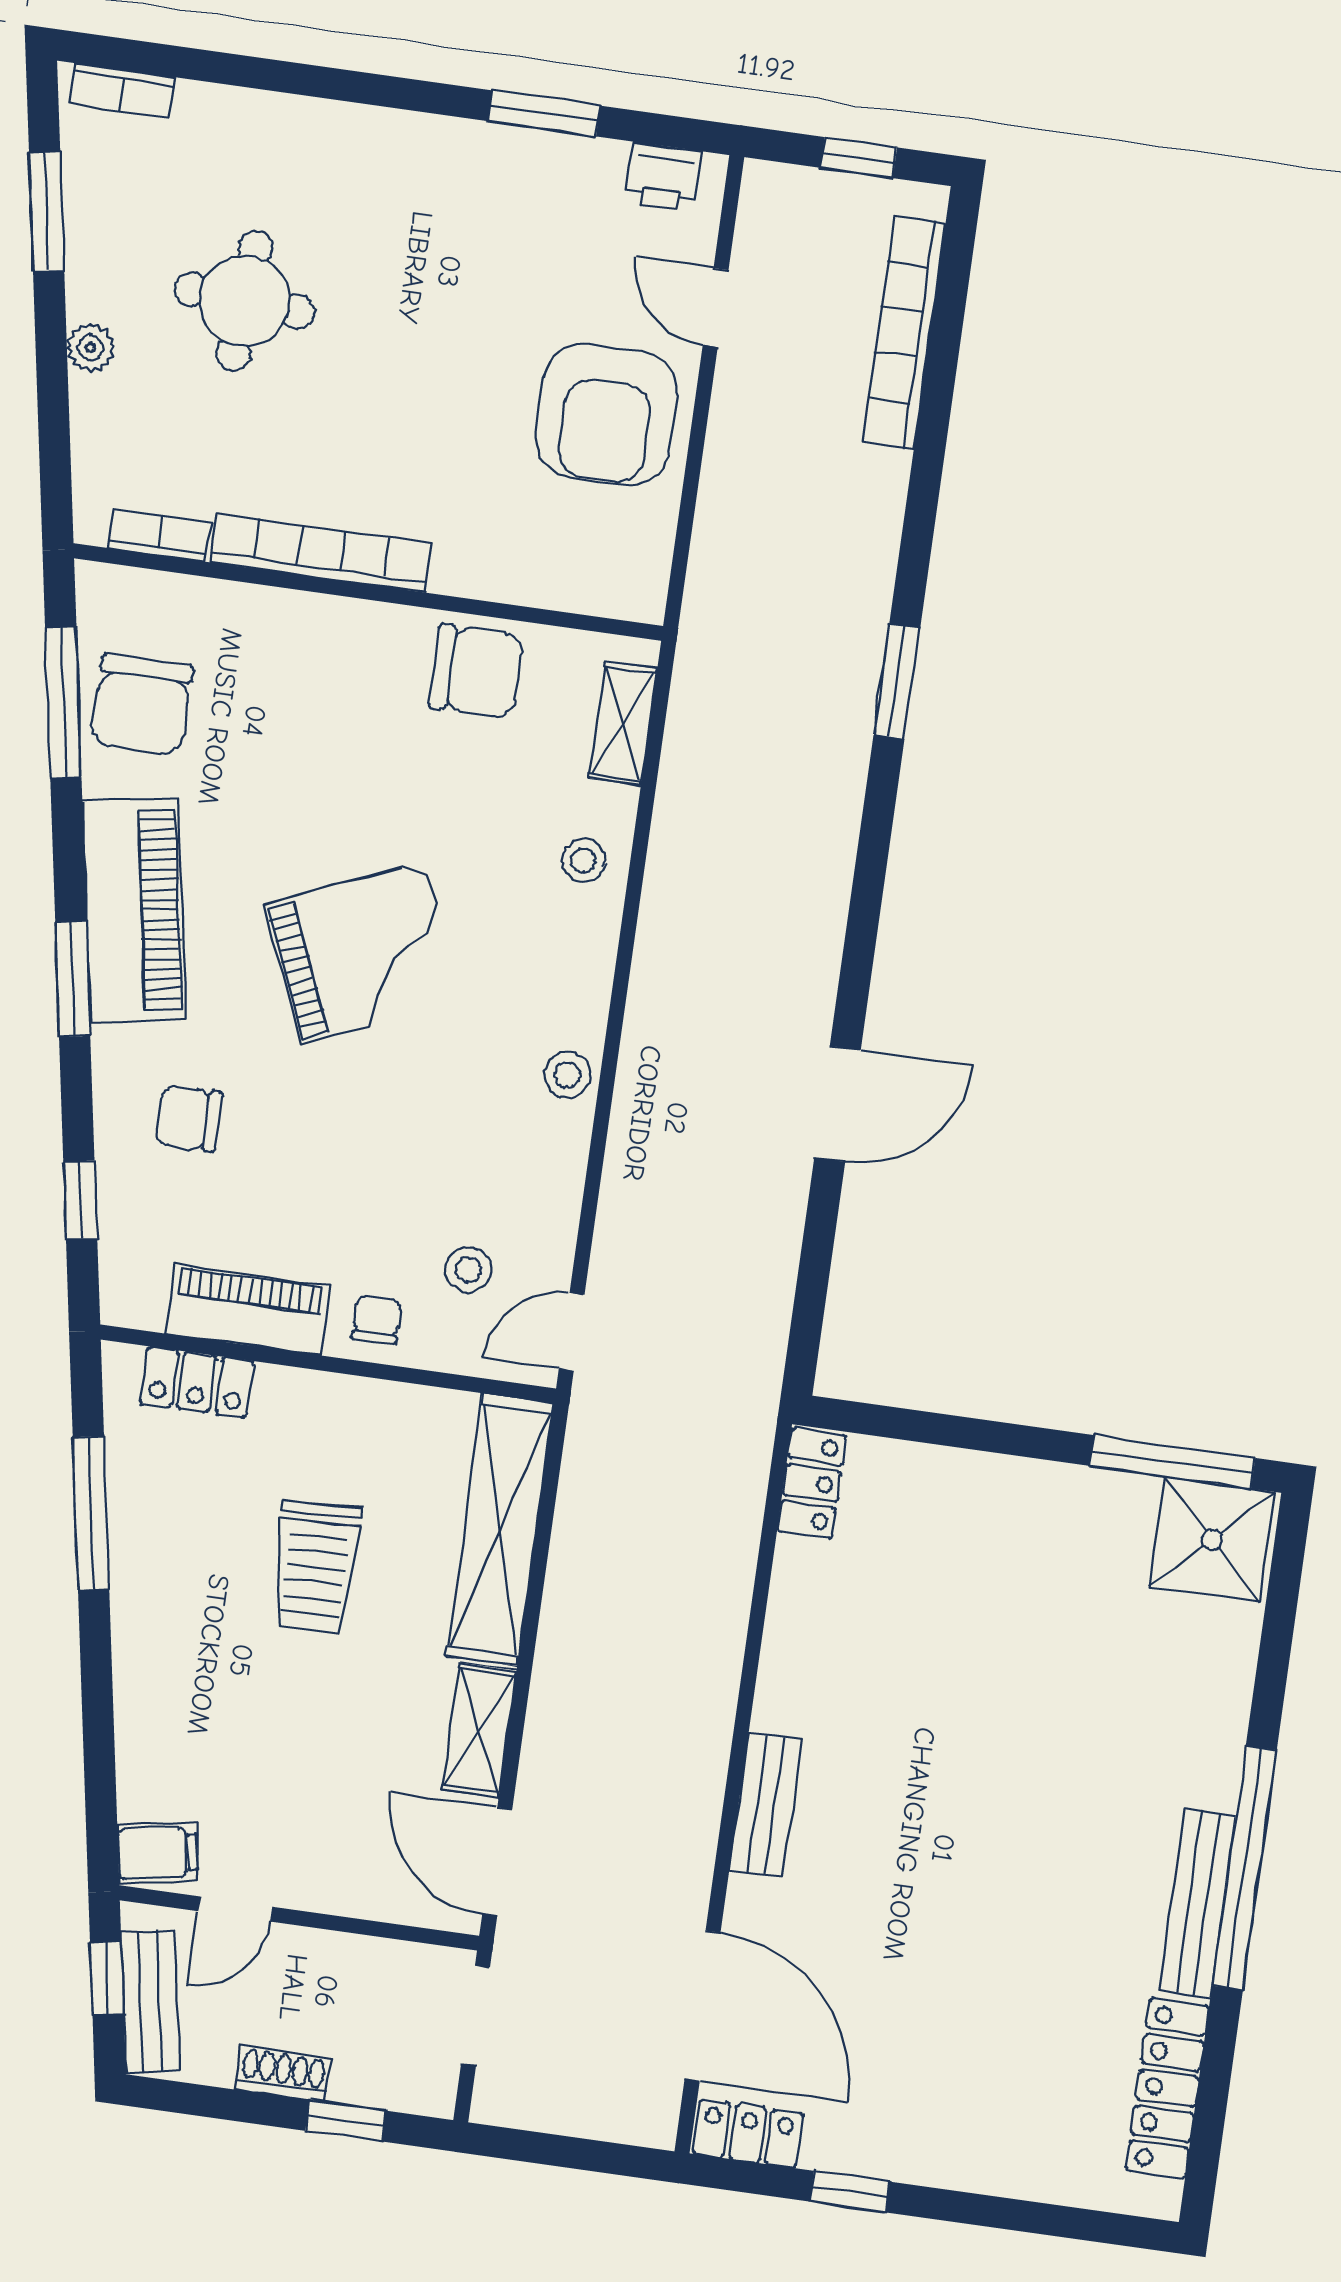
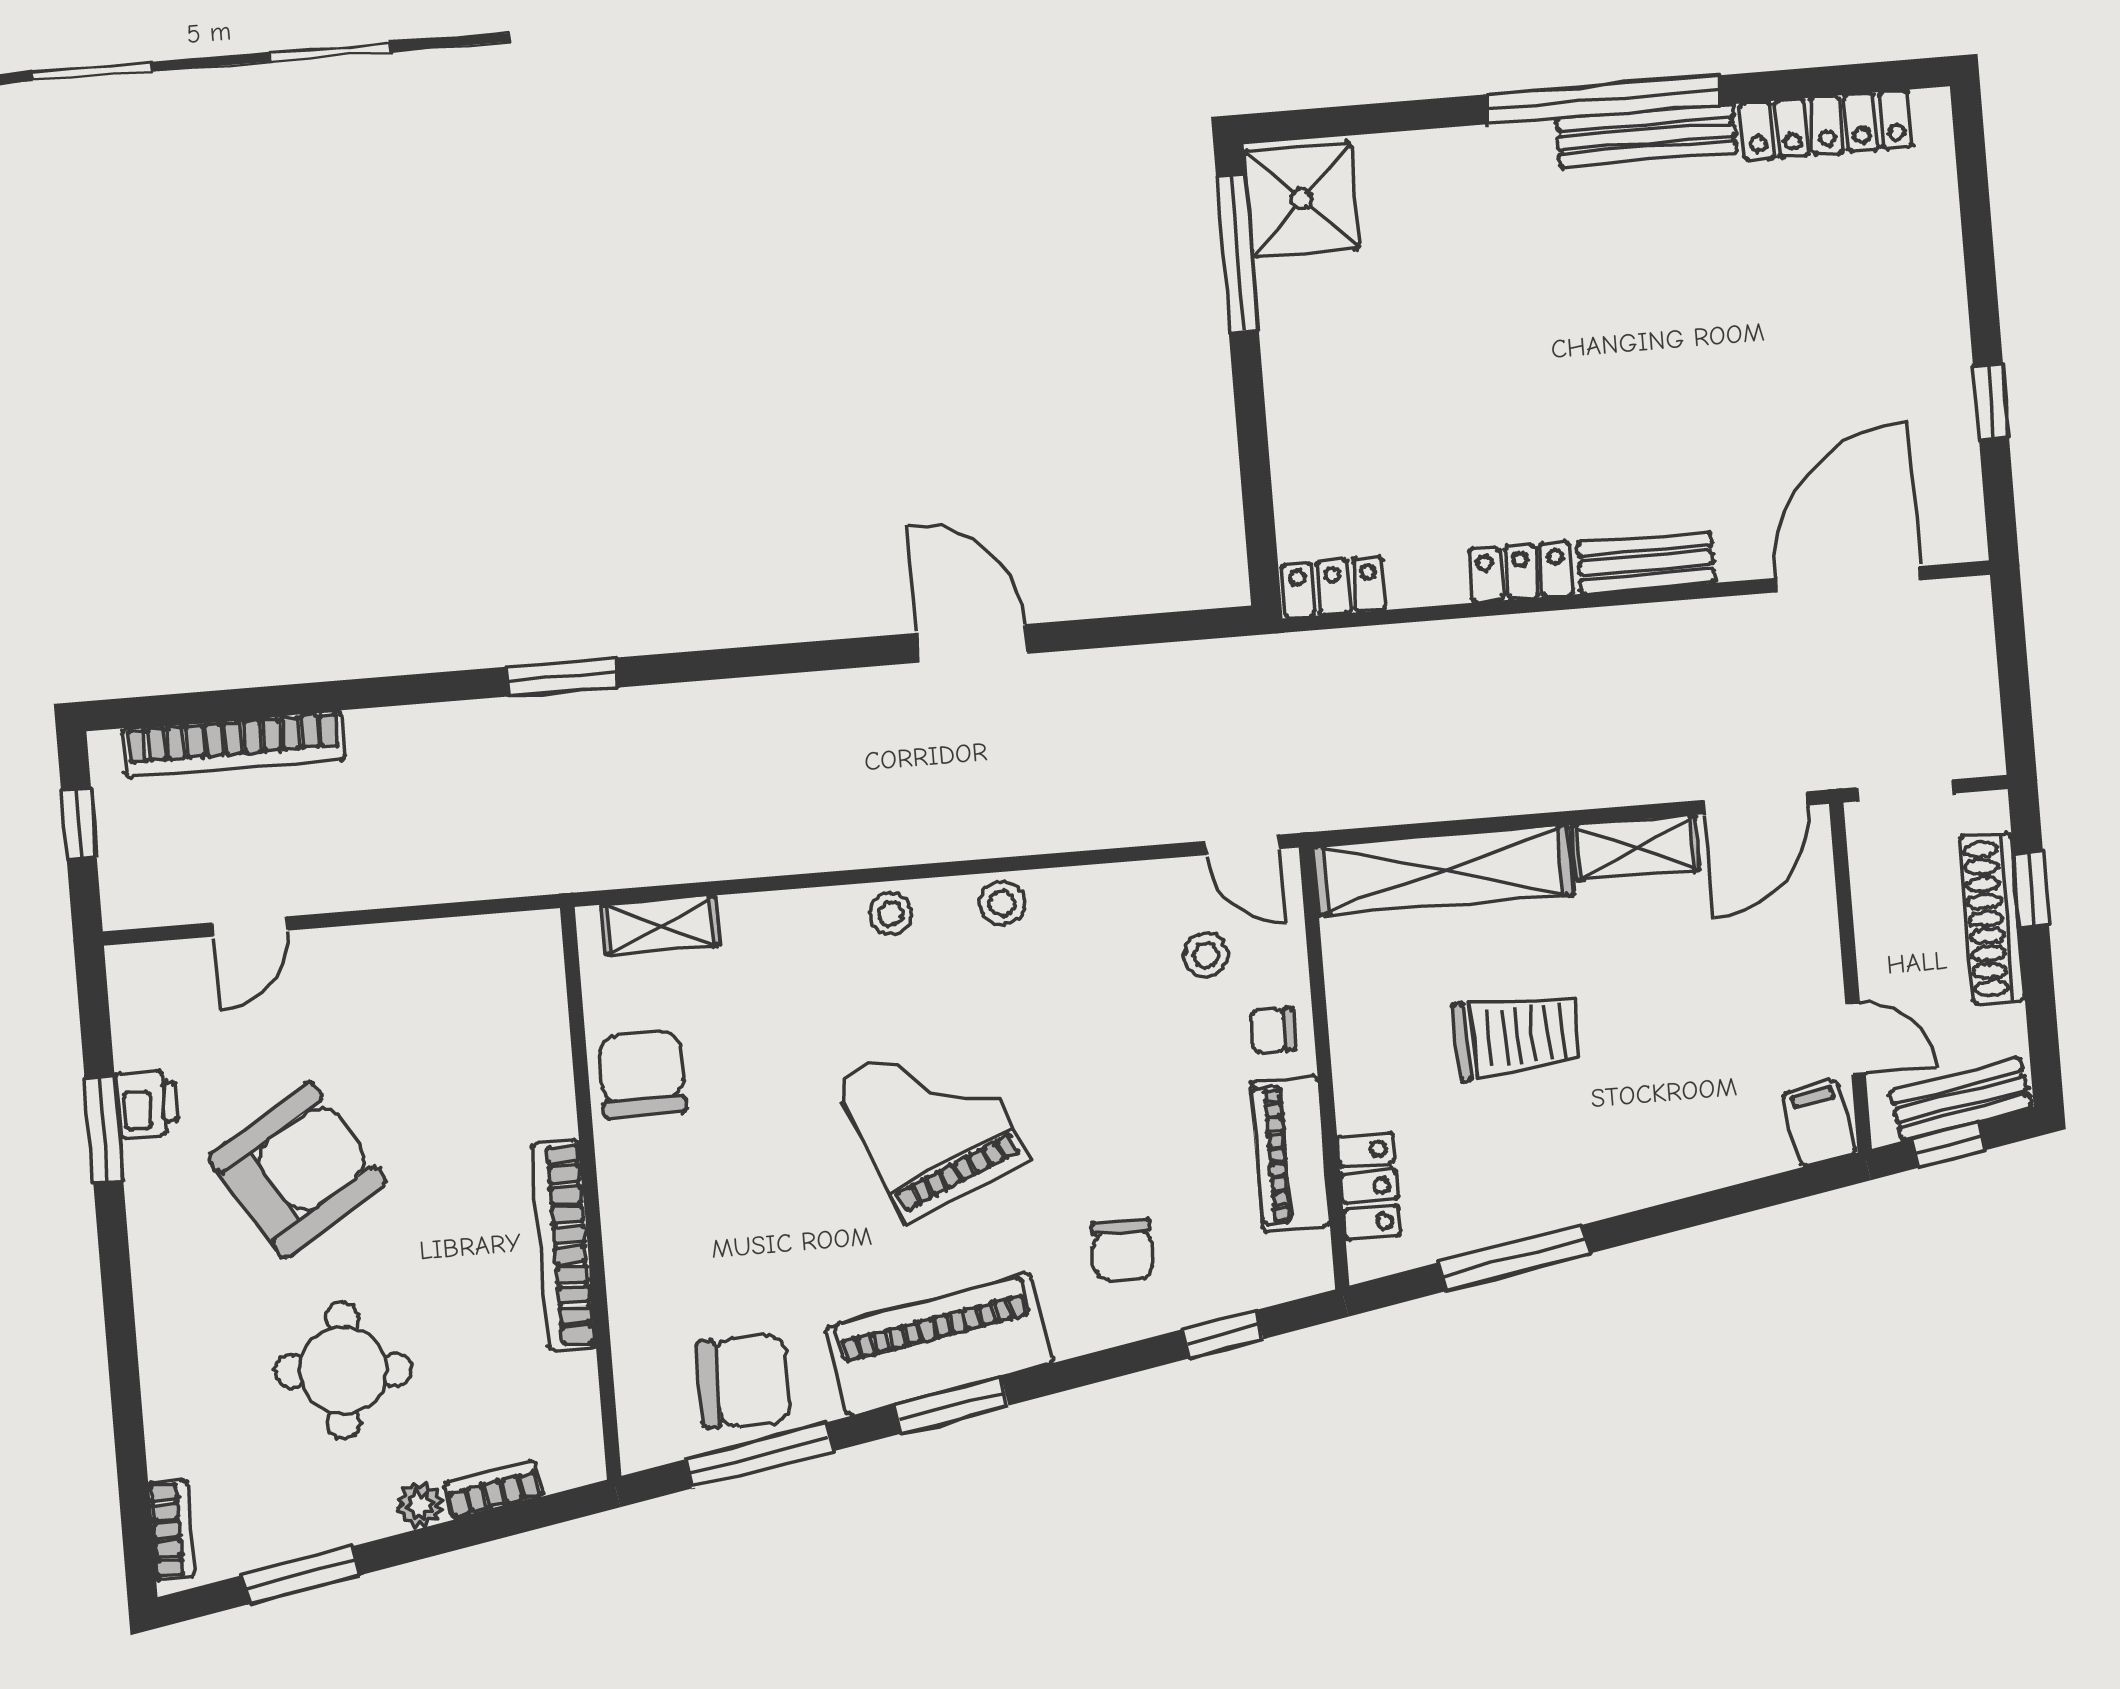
printer: (663, 177) -> (147, 1103), moved
armchair: (607, 415) -> (297, 1170), moved, turned -32
bookcase: (159, 535) -> (493, 1490), moved, turned 80
stool: (583, 860) -> (891, 914), moved
window: (73, 979) -> (951, 1405), moved
shoe rack: (283, 2074) -> (1992, 918), width x1.94, depth x1.24
locker: (748, 2134) -> (1521, 572), moved, turned 90

